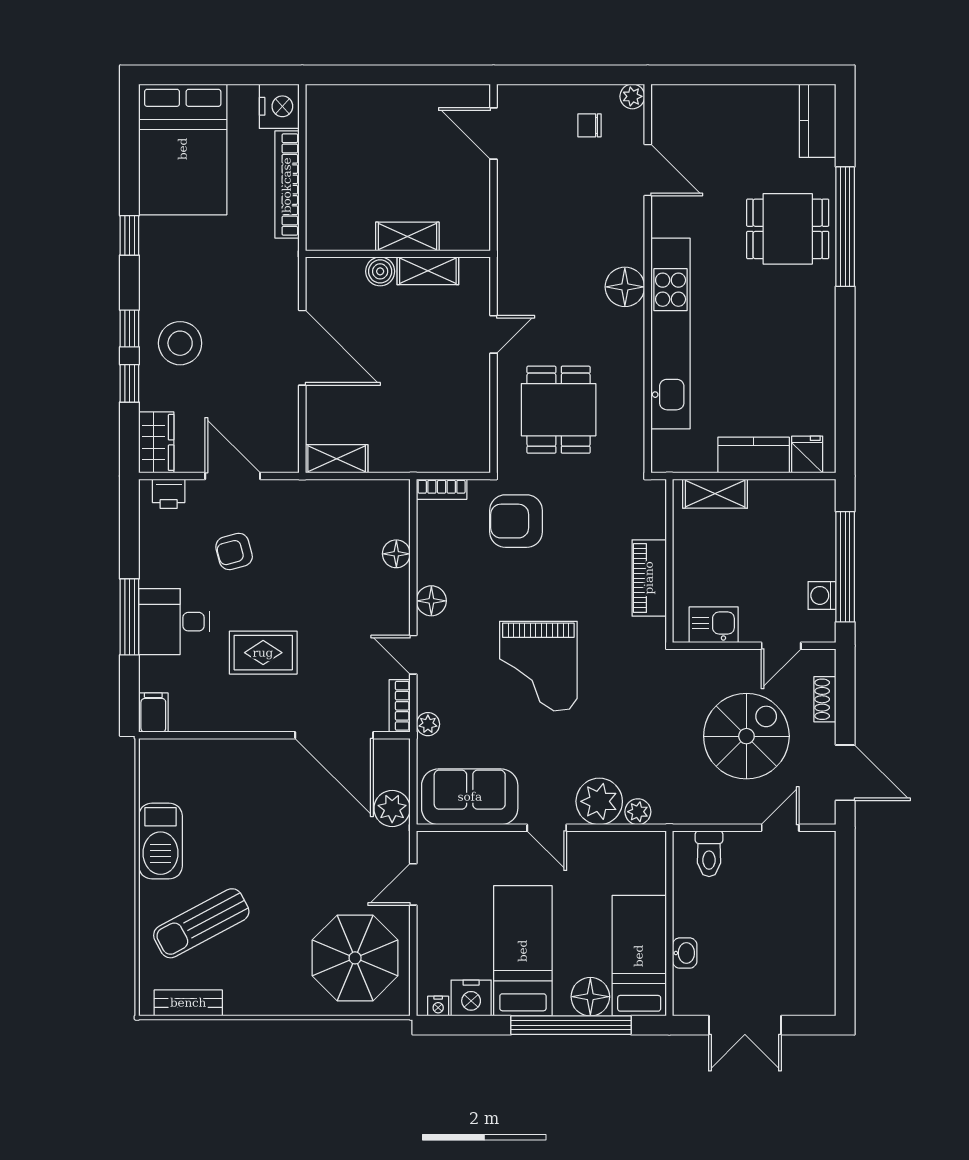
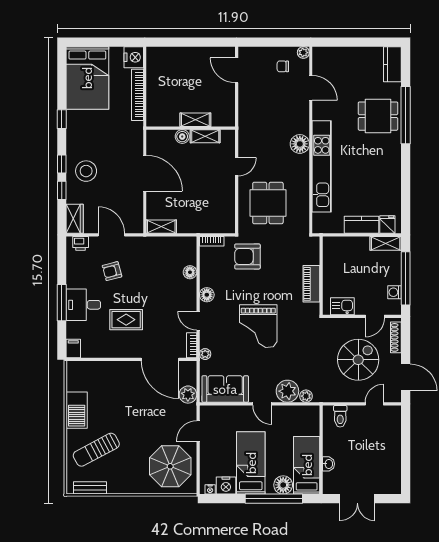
shelving: (715, 494) -> (386, 243), moved
shoe rack: (825, 699) -> (396, 337), width x1.43

